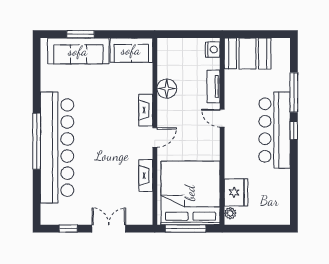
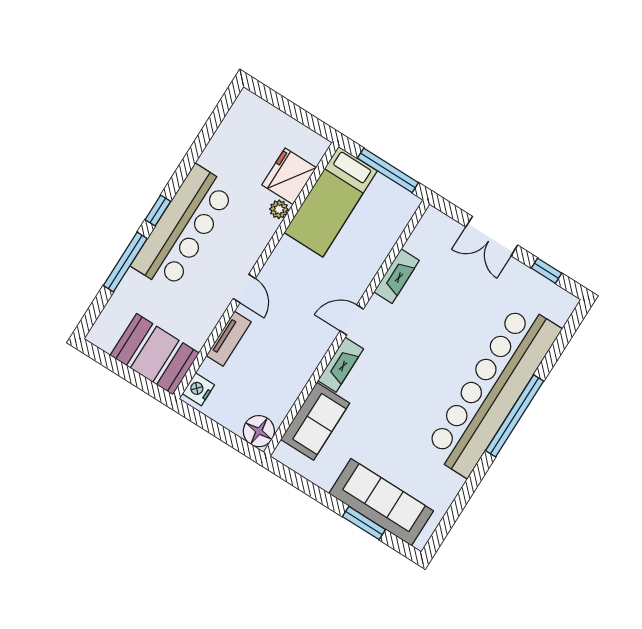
sofa: (131, 50) -> (315, 421), moved, turned 90
floor lamp: (167, 89) -> (259, 431), moved
bed: (190, 193) -> (331, 202), width x0.49
plant: (230, 213) -> (279, 209), moved

